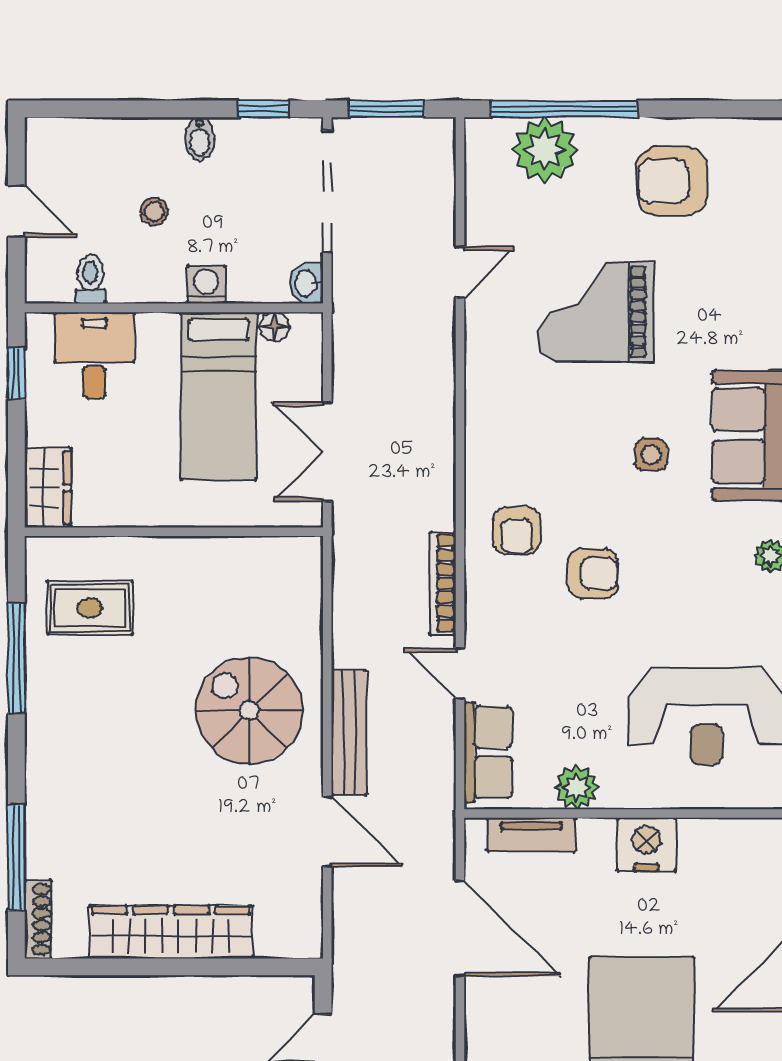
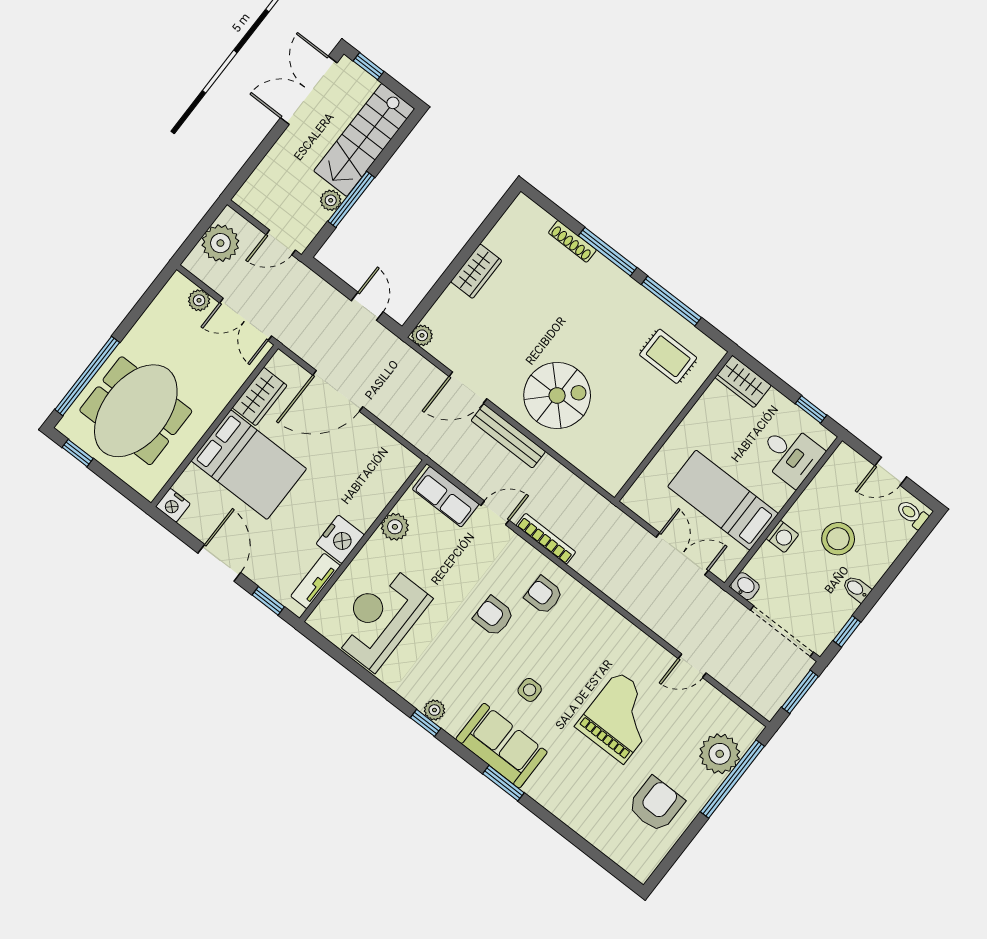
stool: (154, 212) -> (838, 539), width x1.89, depth x1.89
door: (460, 272) -> (692, 666), hinge flipped
toilet: (90, 279) -> (912, 514), moved, turned 180
floor lamp: (275, 327) -> (736, 554), removed
double door: (327, 452) -> (682, 554), moved
armchair: (593, 573) -> (494, 616), turned 90
rug: (90, 608) -> (668, 356), turned 90
tv unit: (531, 835) -> (316, 581), moved
window: (16, 858) -> (608, 252), moved
shoe rack: (38, 919) -> (572, 241), moved
door: (460, 928) -> (338, 391), moved
wardrobe: (171, 932) -> (476, 271), width x0.48, depth x0.85
plant: (306, 942) -> (422, 335), added

